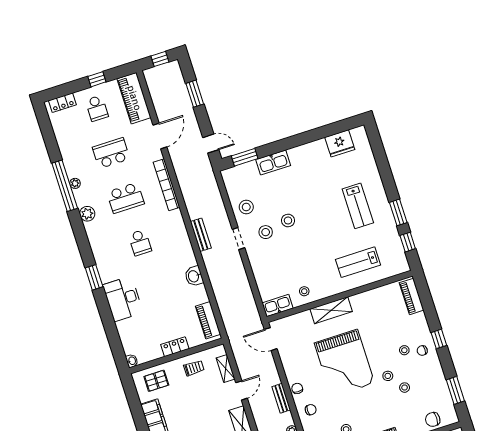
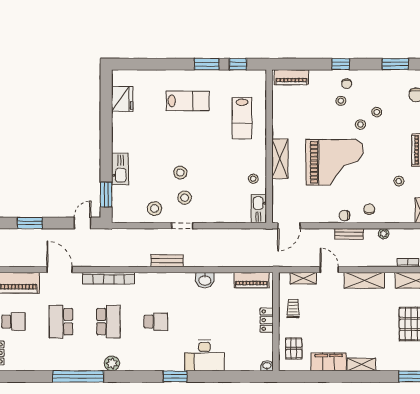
plant: (75, 183) -> (79, 366), removed

